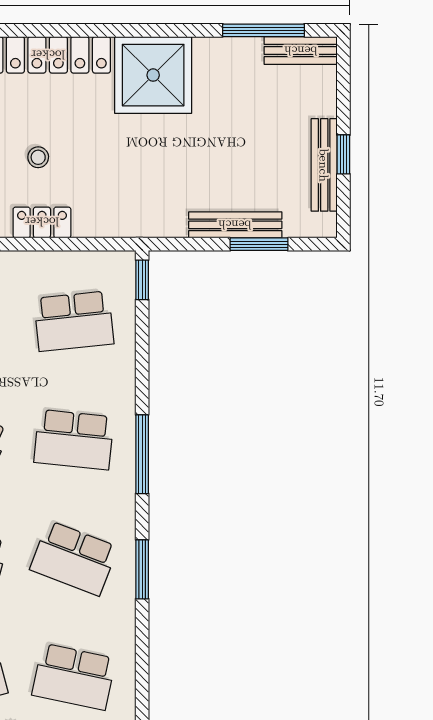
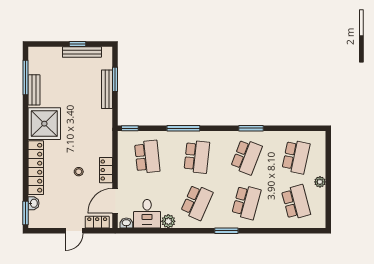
bench: (301, 51) -> (34, 90), moved
window: (142, 454) -> (183, 128), moved

